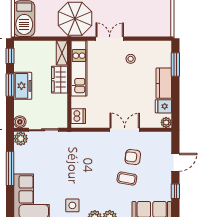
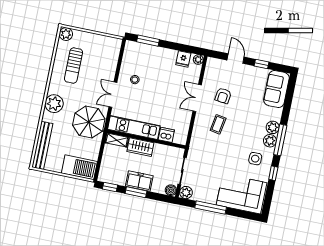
kitchen counter: (164, 83) -> (163, 54), removed
dishwasher: (78, 116) -> (166, 135), moved
coffee table: (127, 179) -> (218, 124), moved

